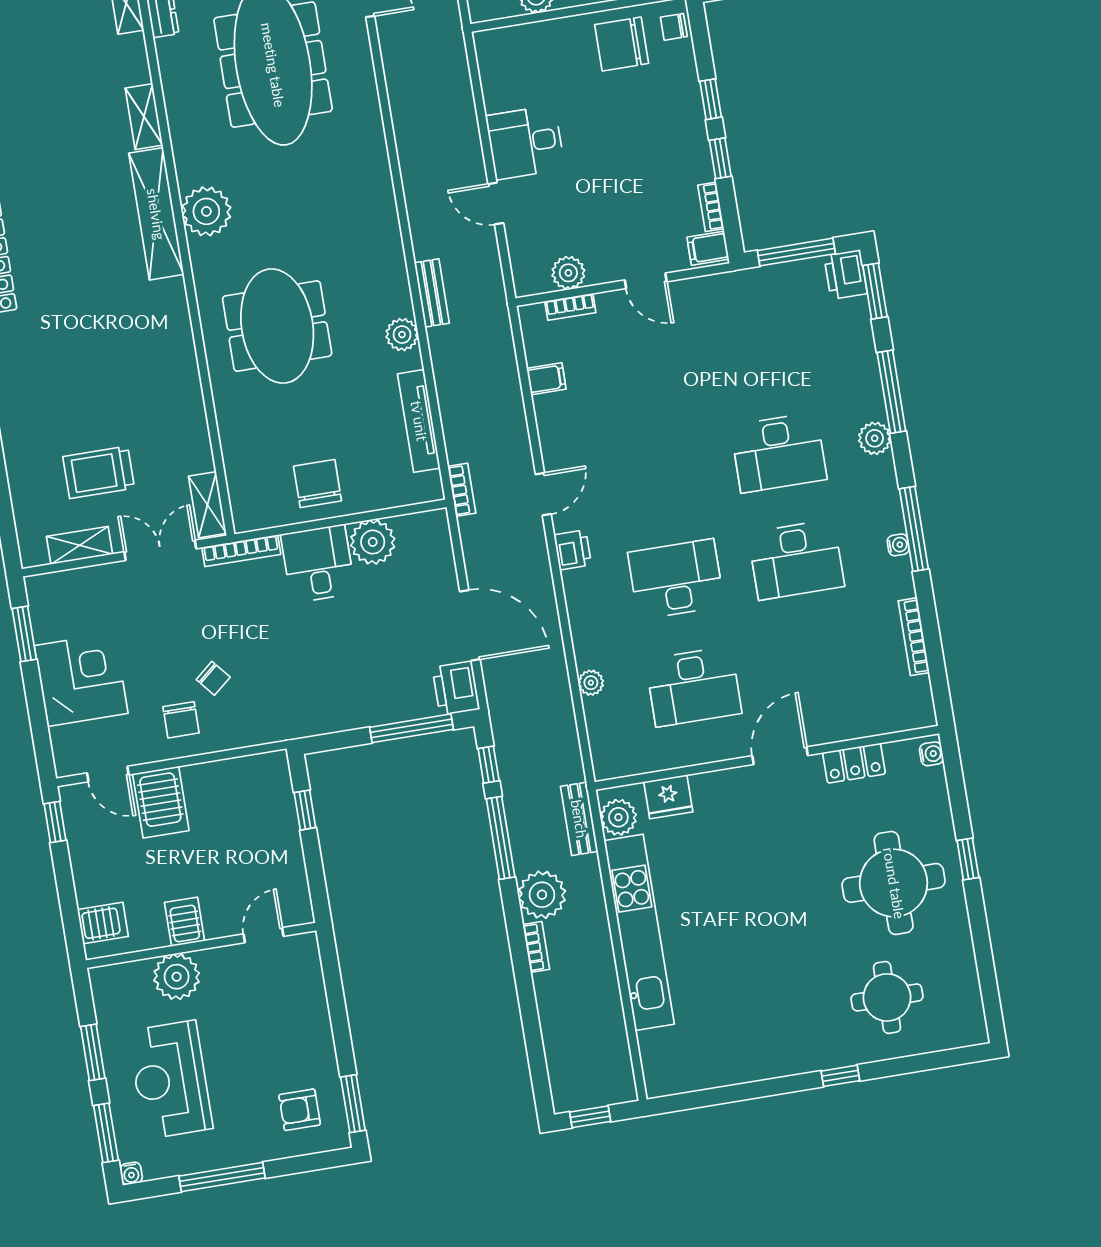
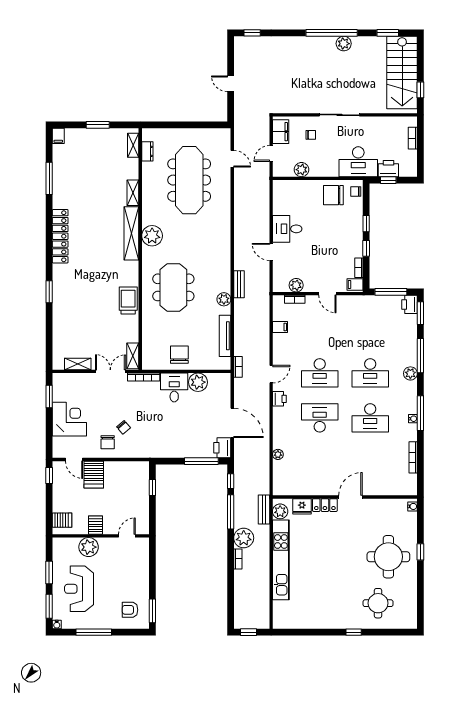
trolley: (99, 472) -> (128, 300), moved, turned 90
desk: (694, 687) -> (320, 373), moved
locker: (854, 763) -> (325, 505), moved

